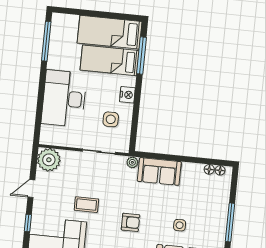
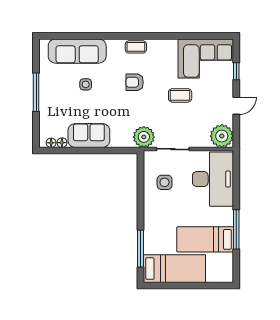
window: (46, 41) -> (236, 229), moved
bed: (110, 60) -> (205, 239), moved, turned 180
nightstand: (127, 95) -> (150, 208), removed
desk: (64, 98) -> (213, 179), moved
plant: (132, 162) -> (144, 137), width x1.88, depth x1.88
sofa: (159, 171) -> (89, 136), moved

